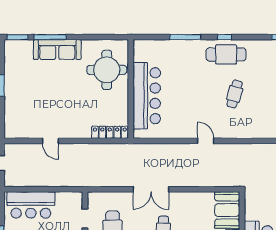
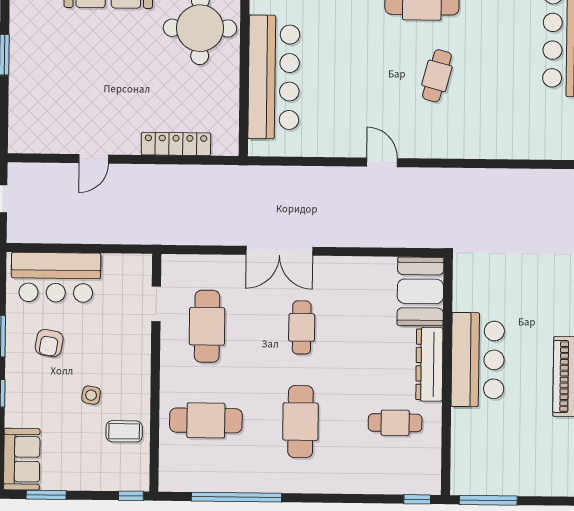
locker: (110, 132) -> (176, 144), moved
door: (50, 141) -> (94, 159), hinge flipped

